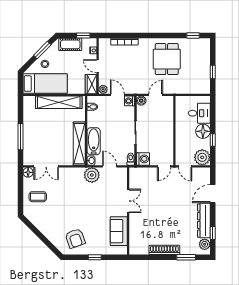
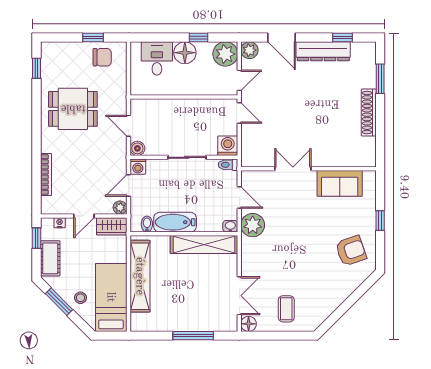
chair: (200, 78) -> (102, 57), added
bathtub: (94, 141) -> (175, 222), moved
door: (110, 166) -> (239, 197), swing flipped
plant: (205, 244) -> (249, 50), moved

